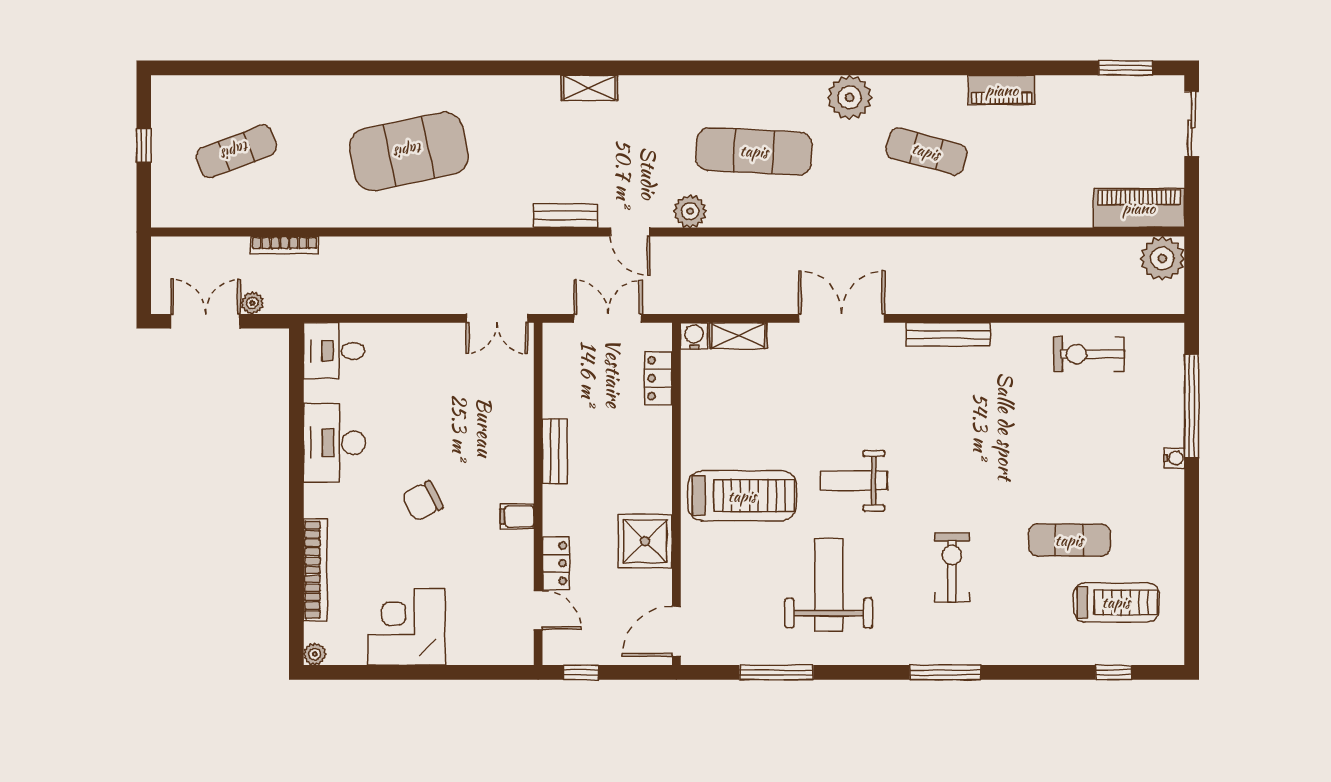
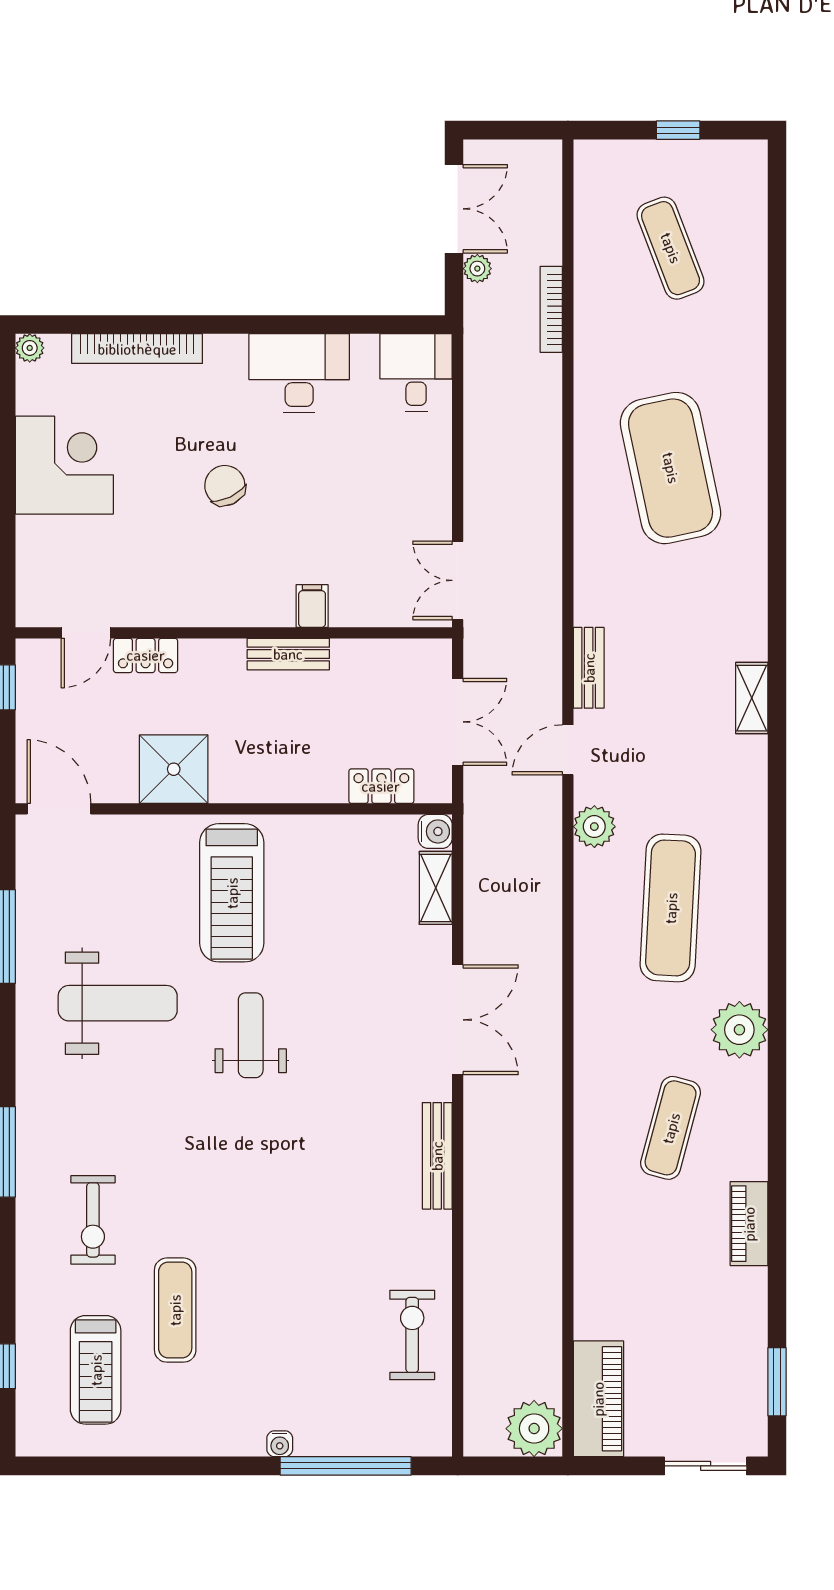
filing cabinet: (517, 516) -> (312, 606), moved
exercise bike: (952, 568) -> (93, 1220), moved, turned 90

